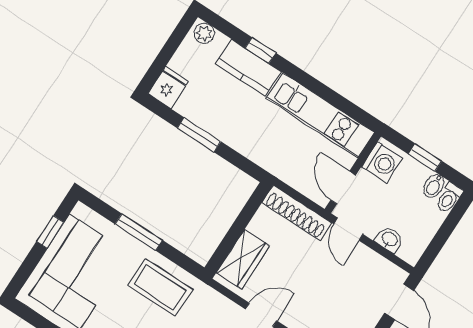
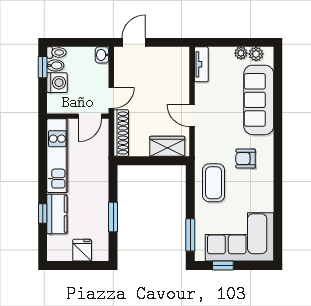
plant: (204, 33) -> (54, 252), removed
fridge: (168, 88) -> (82, 250), moved, turned 90
window: (425, 158) -> (43, 67), moved
washing machine: (382, 162) -> (57, 83), moved, turned 90
window: (139, 232) -> (190, 235), moved
washbasin: (389, 239) -> (102, 55), moved

